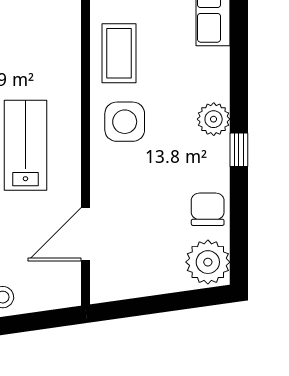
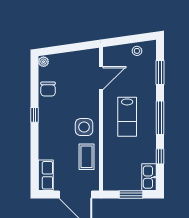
plant: (214, 119) -> (45, 128), removed
plant: (208, 262) -> (43, 62), width x0.53, depth x0.53

